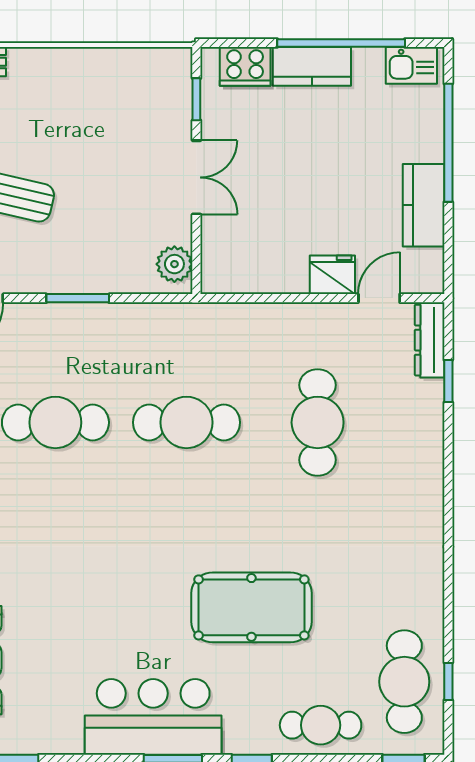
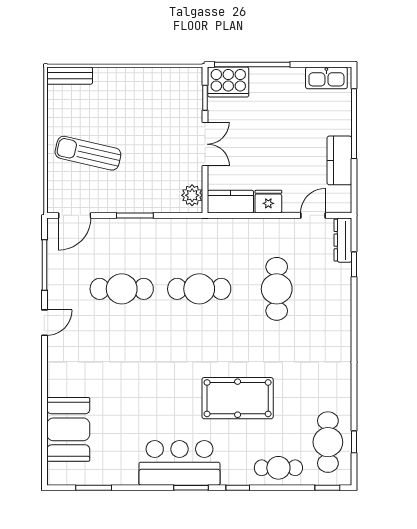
window: (341, 43) -> (252, 65), moved
kitchen sink: (411, 65) -> (326, 78), width x1.38
cooker: (245, 66) -> (228, 82), width x1.37, depth x1.31
kitchen counter: (312, 66) -> (230, 202), moved, turned 180
fridge: (332, 275) -> (268, 202), moved

